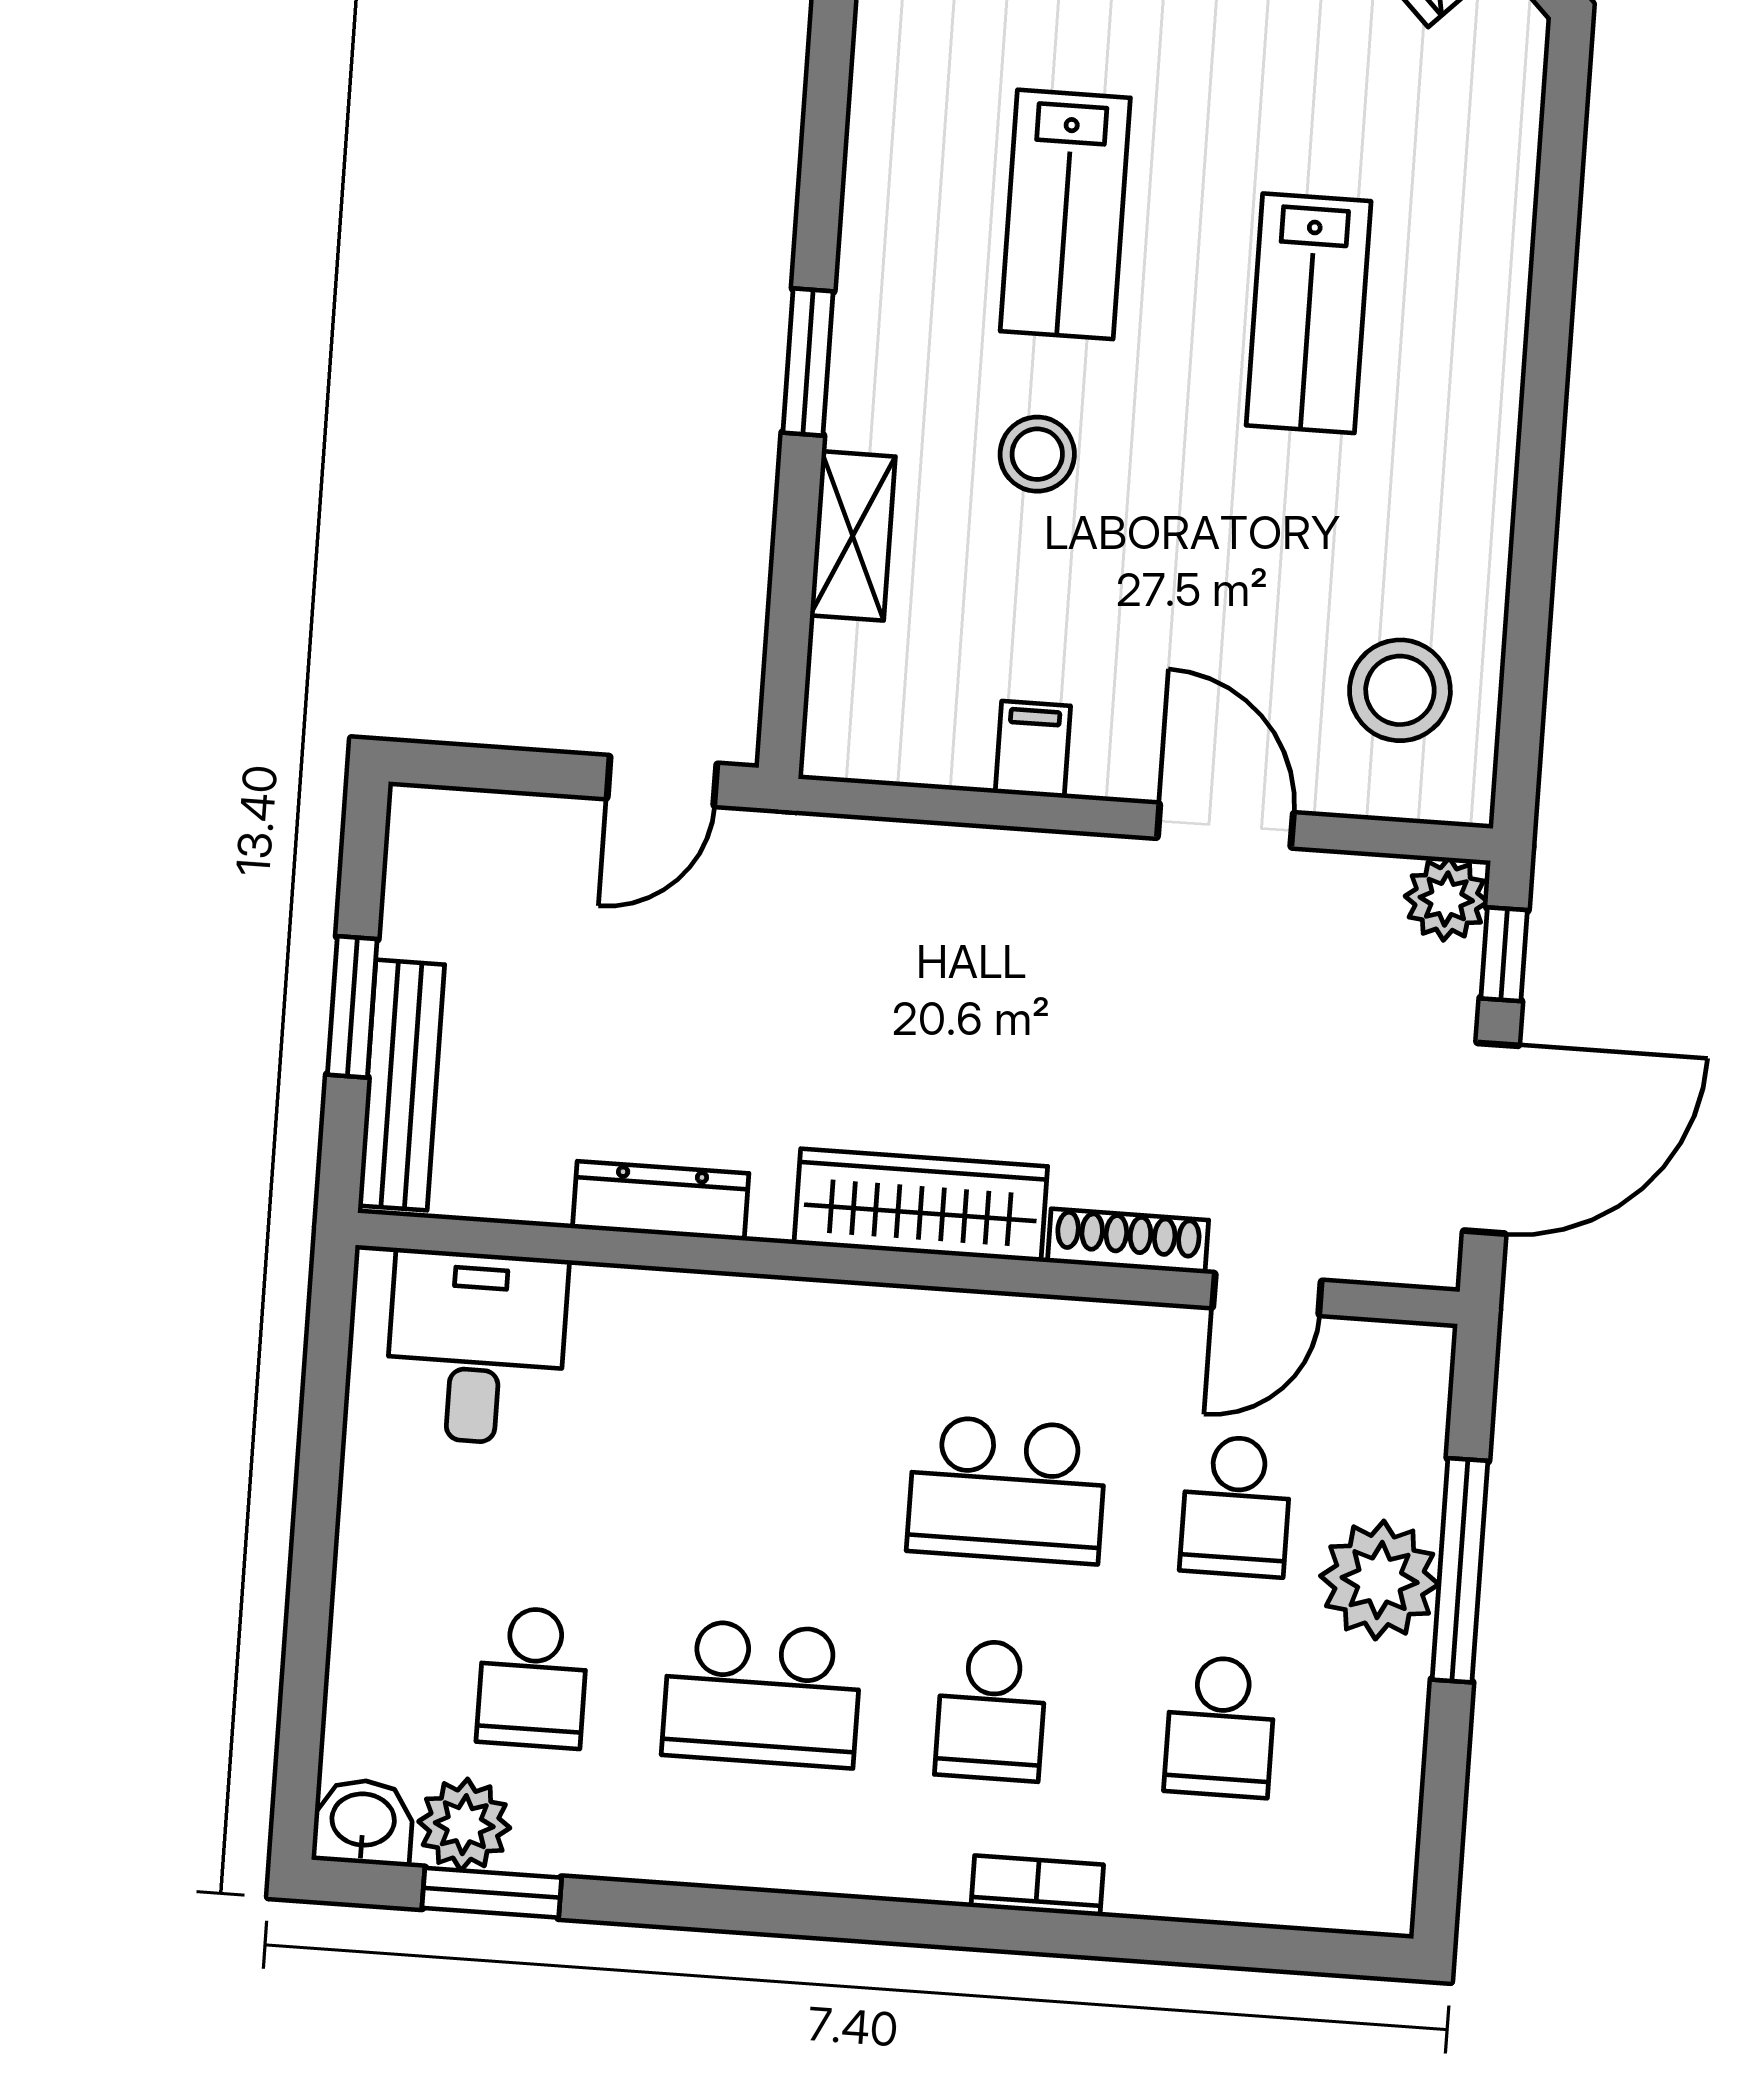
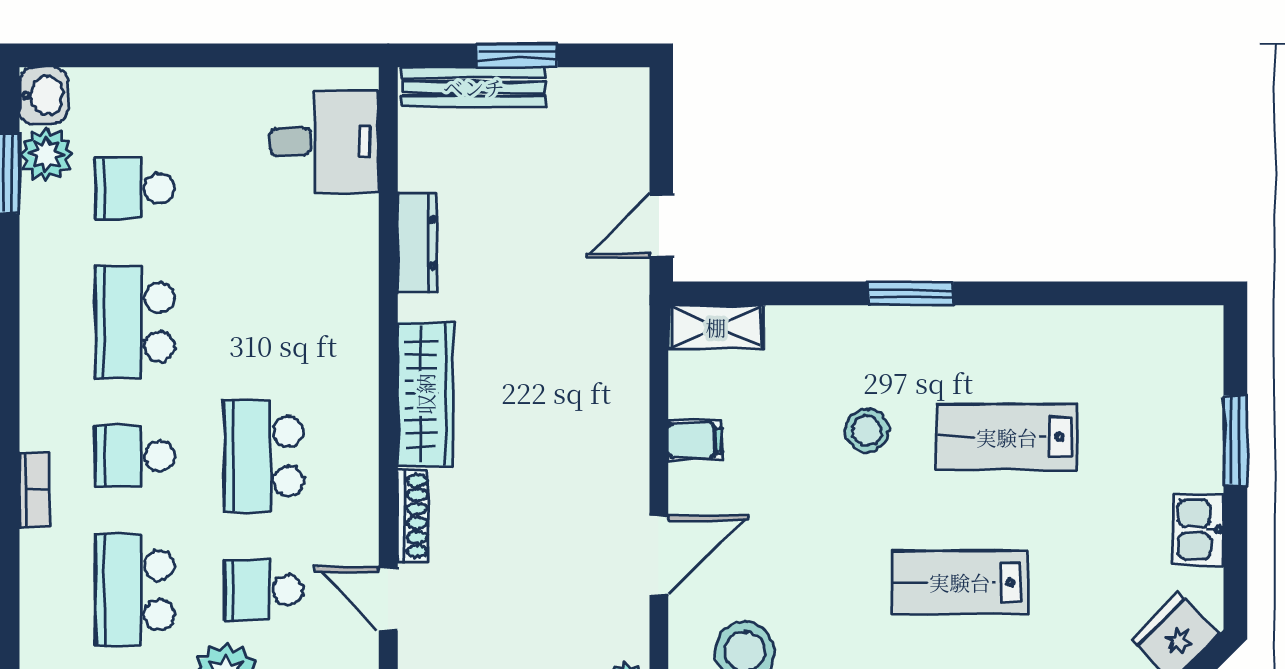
shelving: (853, 536) -> (716, 327), moved
door: (662, 781) -> (661, 226), hinge flipped
school desk: (1220, 1727) -> (135, 590), width x1.85

